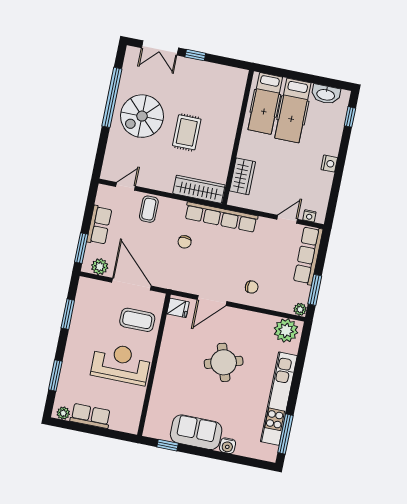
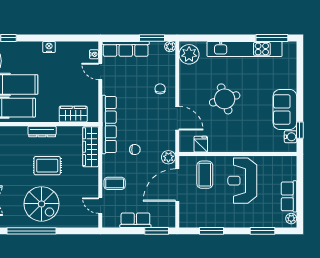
dresser: (229, 135) -> (42, 131), added
plant: (100, 267) -> (168, 157), moved
fridge: (178, 308) -> (201, 144), moved
water cooler: (228, 446) -> (291, 137), moved

